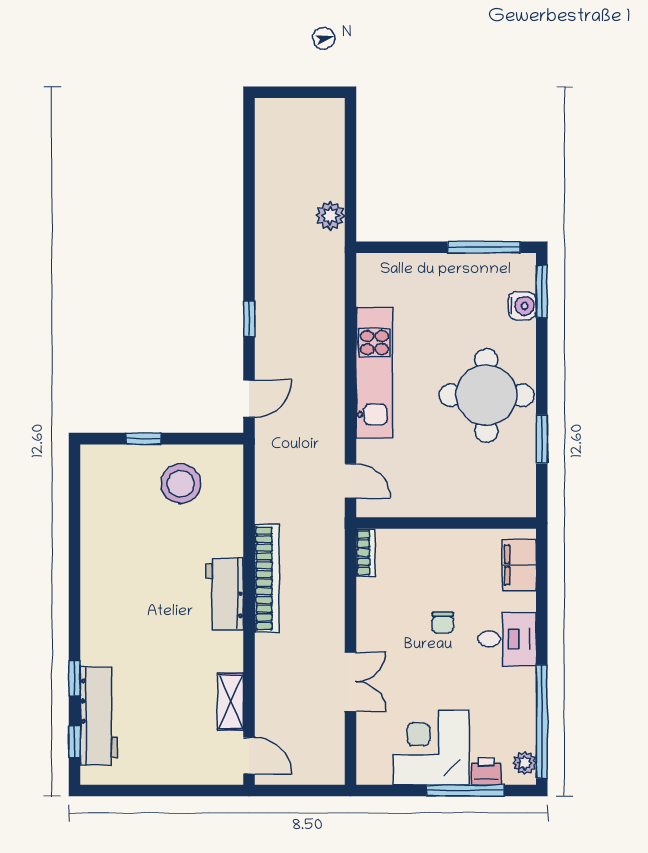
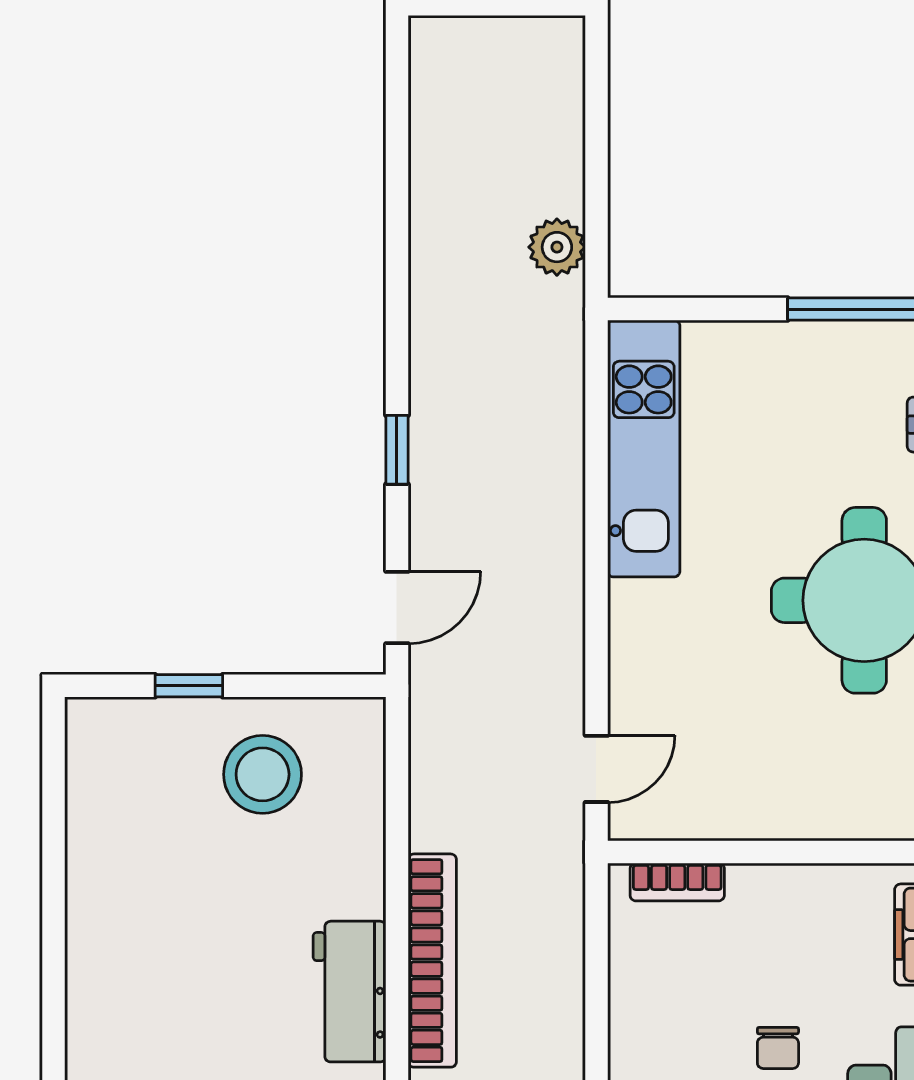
kitchen unit: (374, 373) -> (644, 449), moved
door: (350, 481) -> (596, 769), hinge flipped
bookcase: (366, 553) -> (677, 882), moved, turned 90

